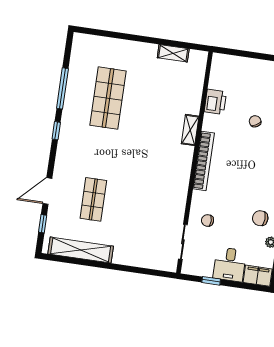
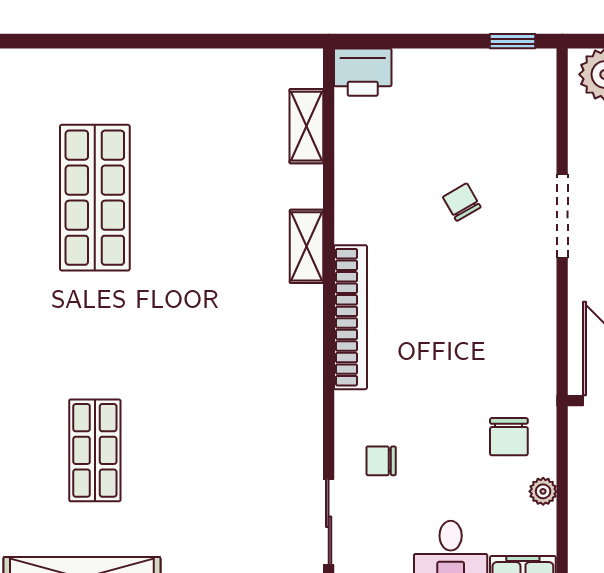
shelving: (173, 53) -> (306, 126), moved, turned 90
printer: (215, 102) -> (363, 72), moved, turned 90
chair: (260, 218) -> (509, 437), turned -92

